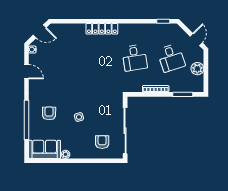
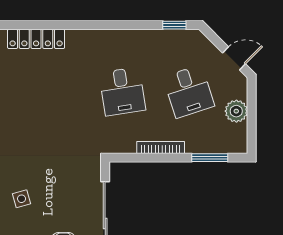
locker: (102, 29) -> (36, 39), moved
door: (196, 40) -> (234, 58), hinge flipped

